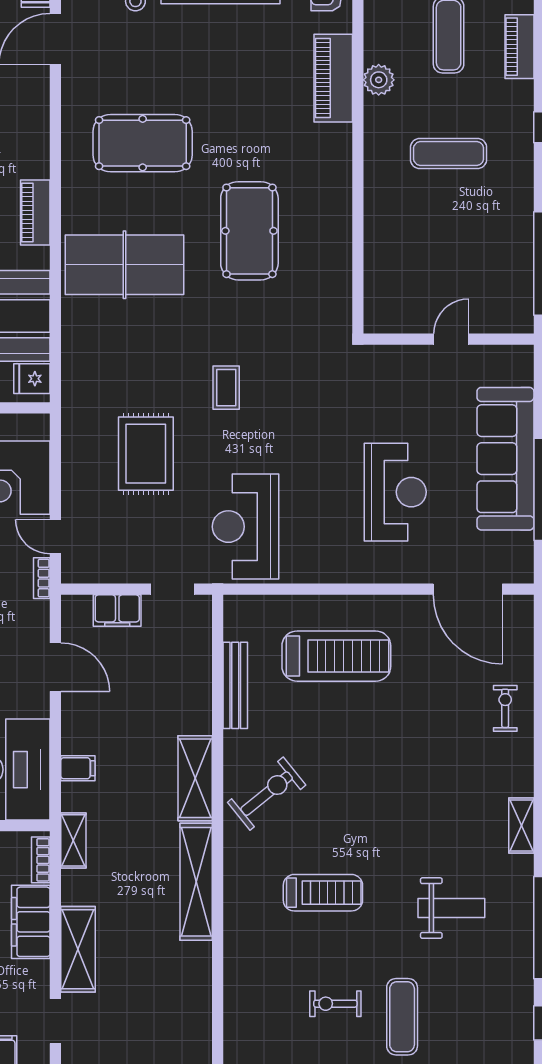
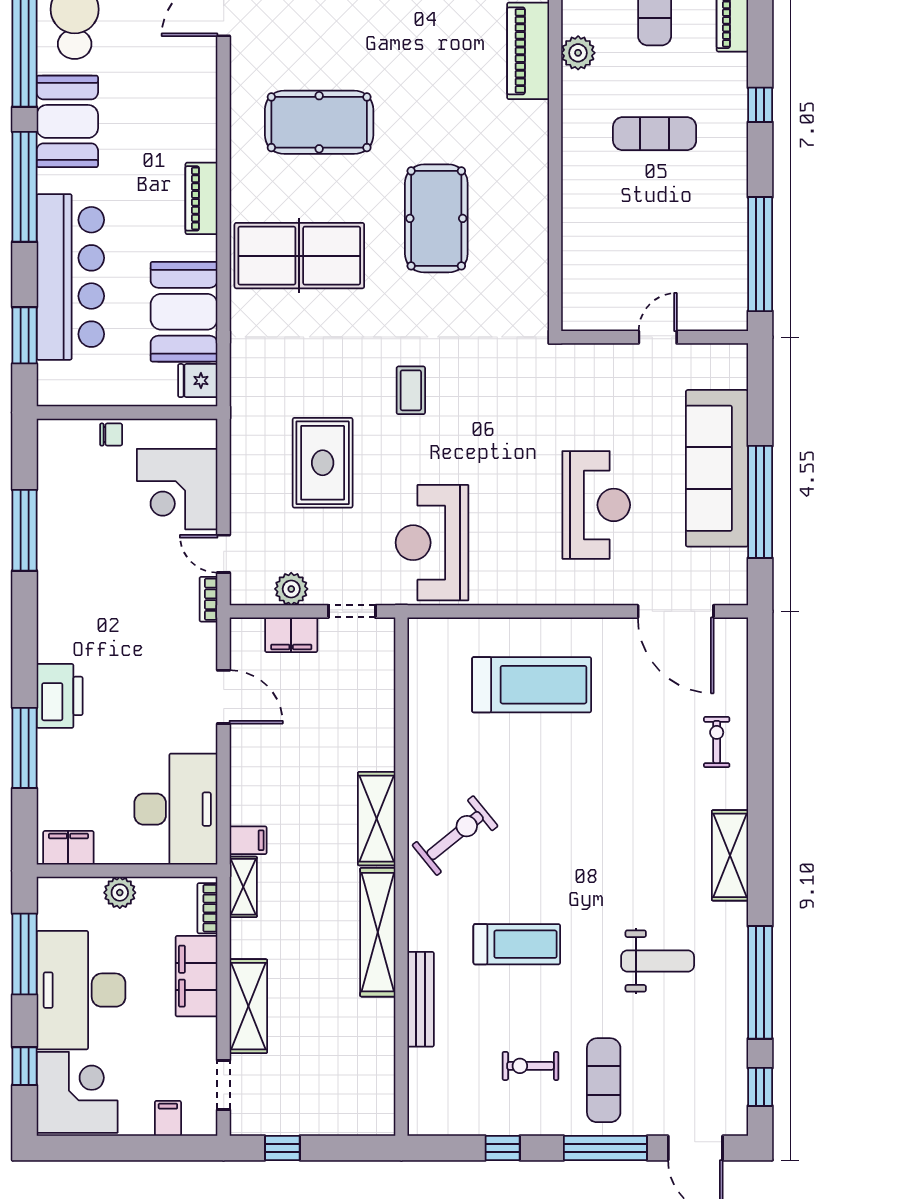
plant: (117, 569) -> (291, 589), added
bench: (235, 685) -> (421, 999), moved
filing cabinet: (78, 768) -> (248, 840), moved
shelving: (521, 825) -> (730, 855), width x1.50, depth x1.33

